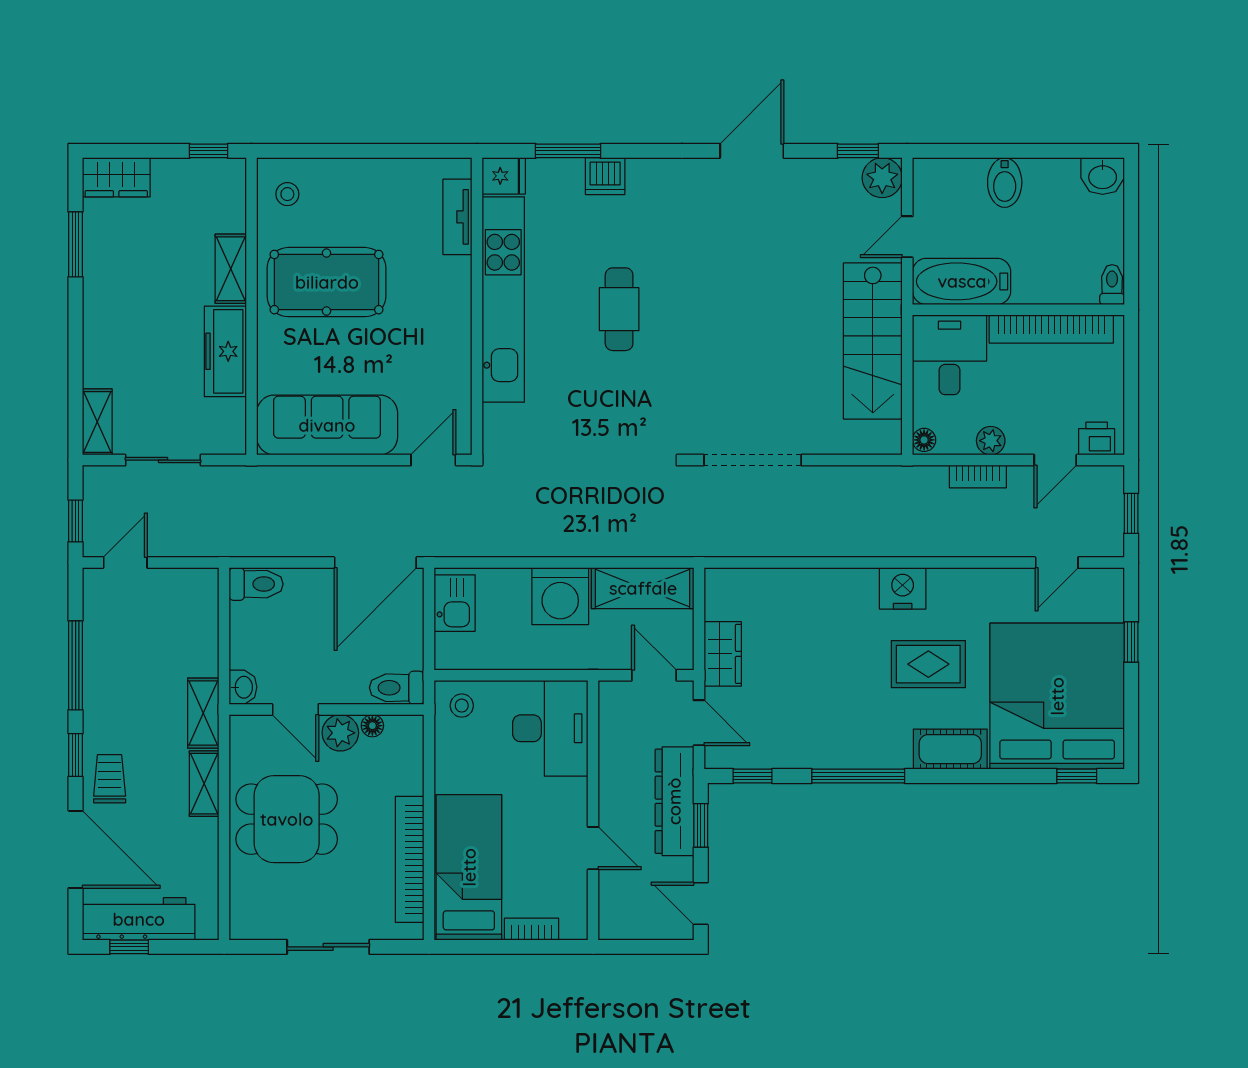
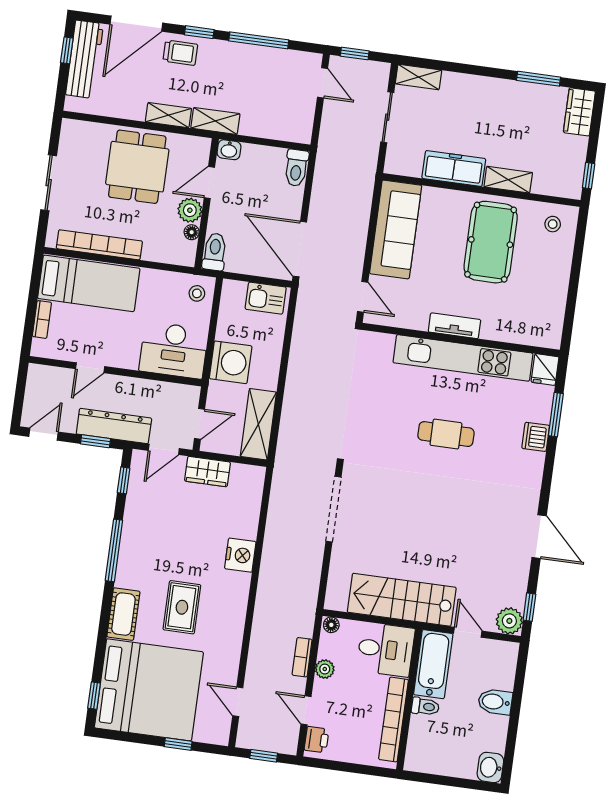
tv unit: (457, 217) -> (454, 326), moved
toilet: (1112, 285) -> (425, 707), moved
nightstand: (903, 588) -> (240, 555), moved
washing machine: (560, 596) -> (231, 362), moved, turned 180

